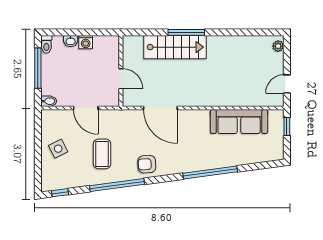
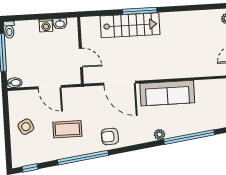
washbasin: (71, 41) -> (60, 24), moved
sofa: (239, 122) -> (167, 93), moved
coffee table: (102, 154) -> (67, 129), turned 90
plant: (200, 165) -> (159, 134), added
window: (210, 173) -> (189, 137), moved

